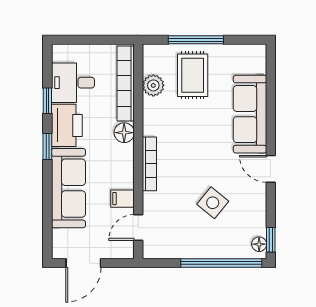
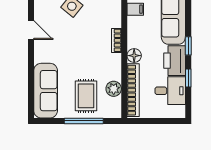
sofa: (250, 114) -> (46, 91), moved
bookcase: (149, 164) -> (116, 40), width x0.64

